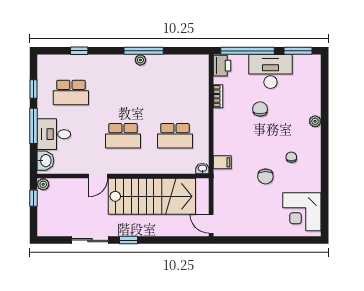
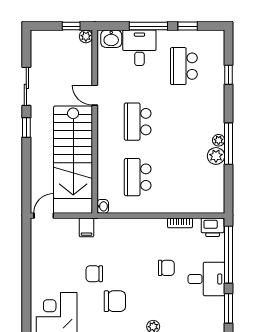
plant: (155, 62) -> (216, 156), added
desk: (270, 71) -> (206, 279), width x0.73
chair: (291, 157) -> (115, 301), width x1.87, depth x1.87
filing cabinet: (222, 162) -> (87, 227), moved

